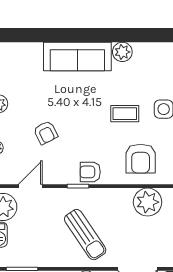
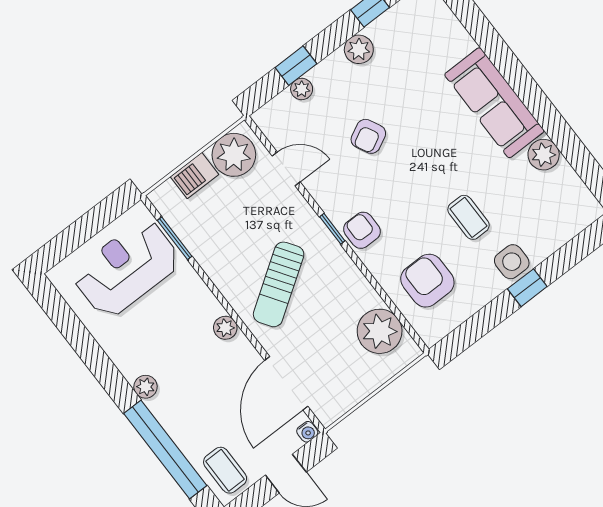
armchair: (141, 159) -> (427, 281), turned 90

